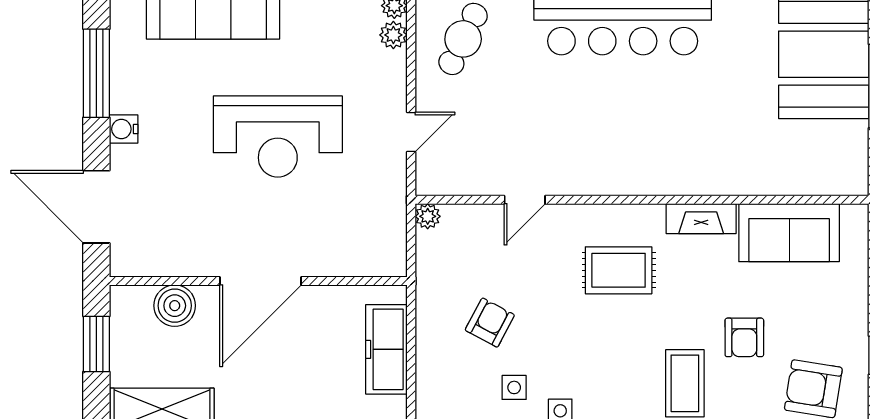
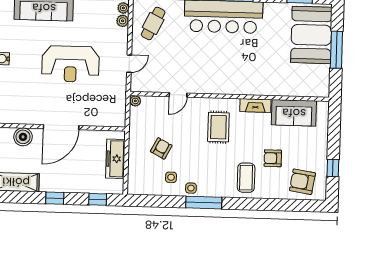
rug: (619, 270) -> (218, 127), turned 90
armchair: (744, 337) -> (273, 158), turned 90

